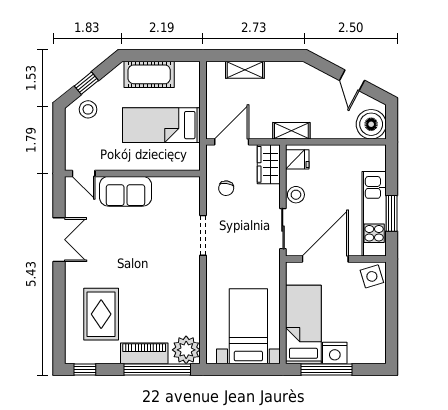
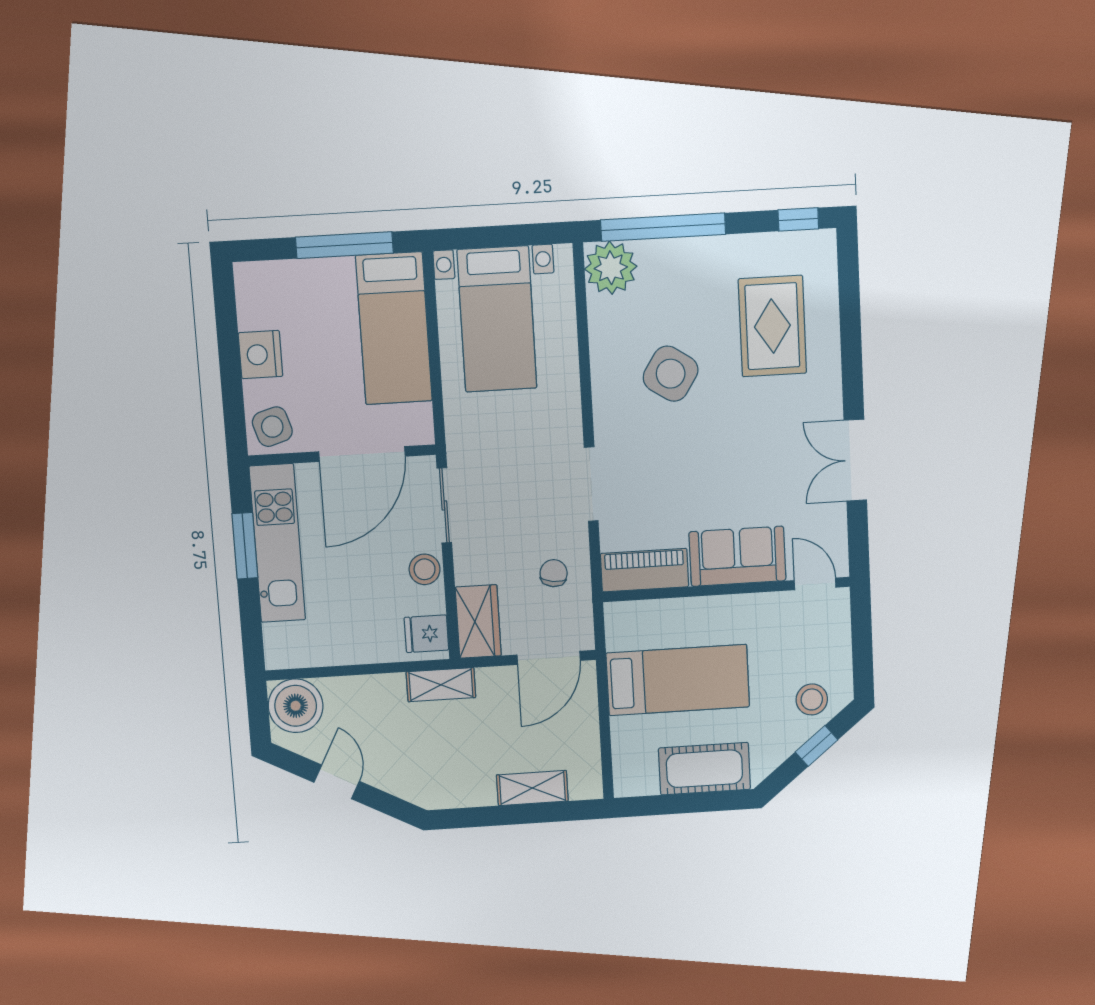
side table: (157, 292) -> (671, 374), added
piano: (144, 353) -> (645, 570), moved, turned 180
nightstand: (335, 353) -> (260, 355), moved, turned -90

